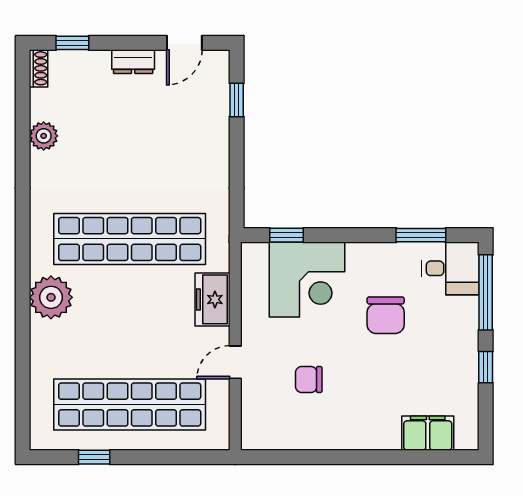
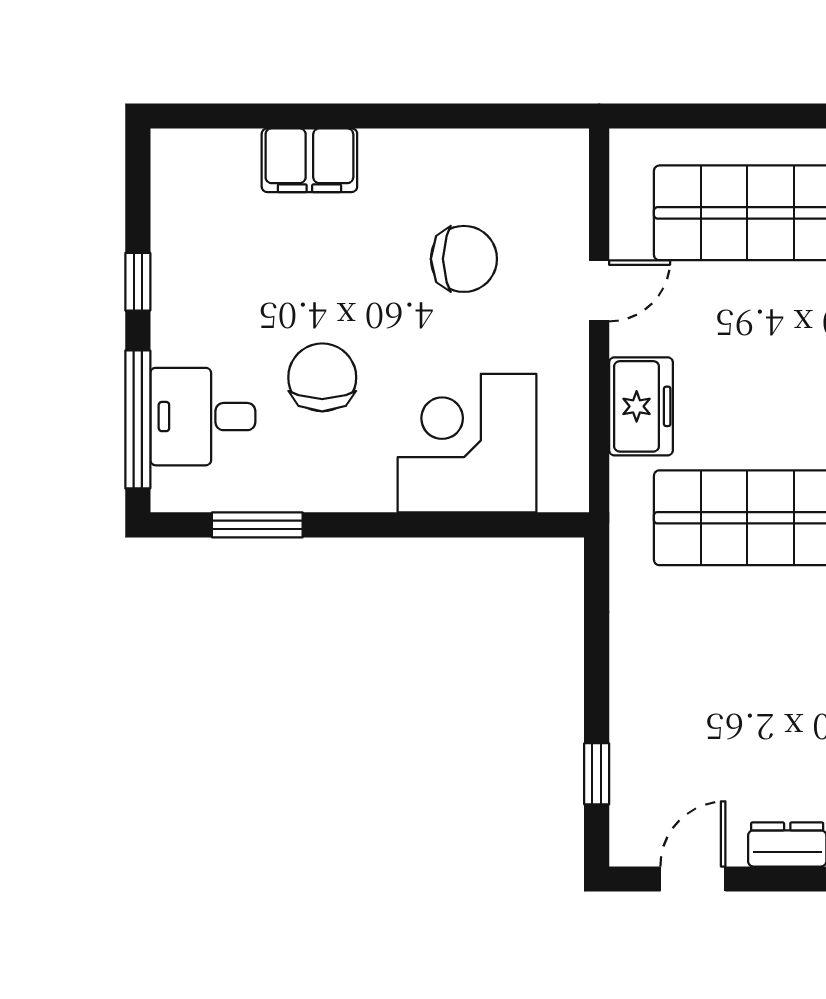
window: (286, 235) -> (505, 525), removed
desk: (450, 268) -> (203, 417), moved
chair: (309, 380) -> (464, 259), width x1.37, depth x1.37
filing cabinet: (428, 433) -> (309, 160), moved

